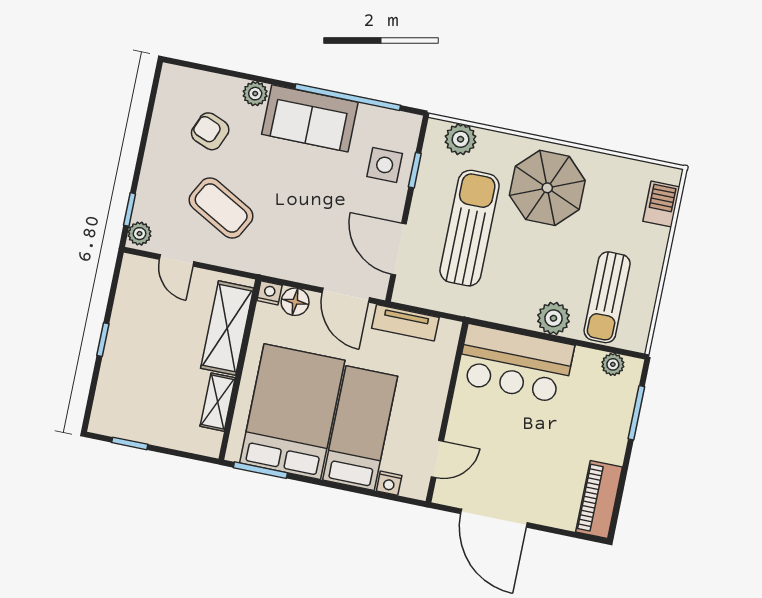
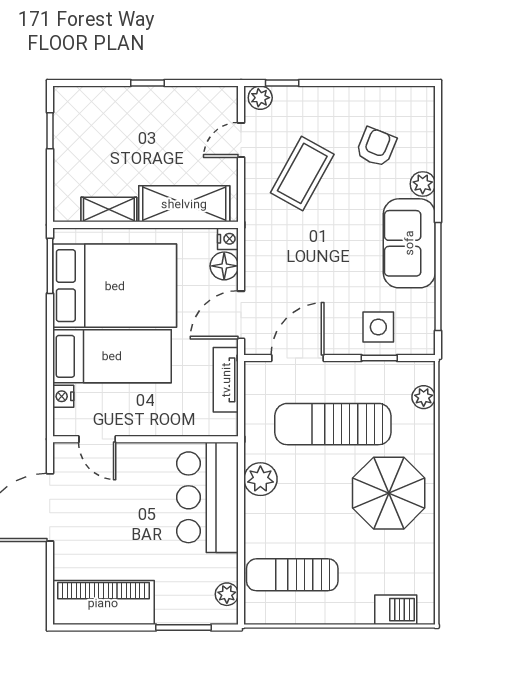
plant: (461, 139) -> (424, 397), width x0.73, depth x0.73
sun lounger: (470, 228) -> (333, 424), turned 180
plant: (553, 318) -> (260, 479), moved
piano: (599, 499) -> (103, 603), width x1.37, depth x1.33

